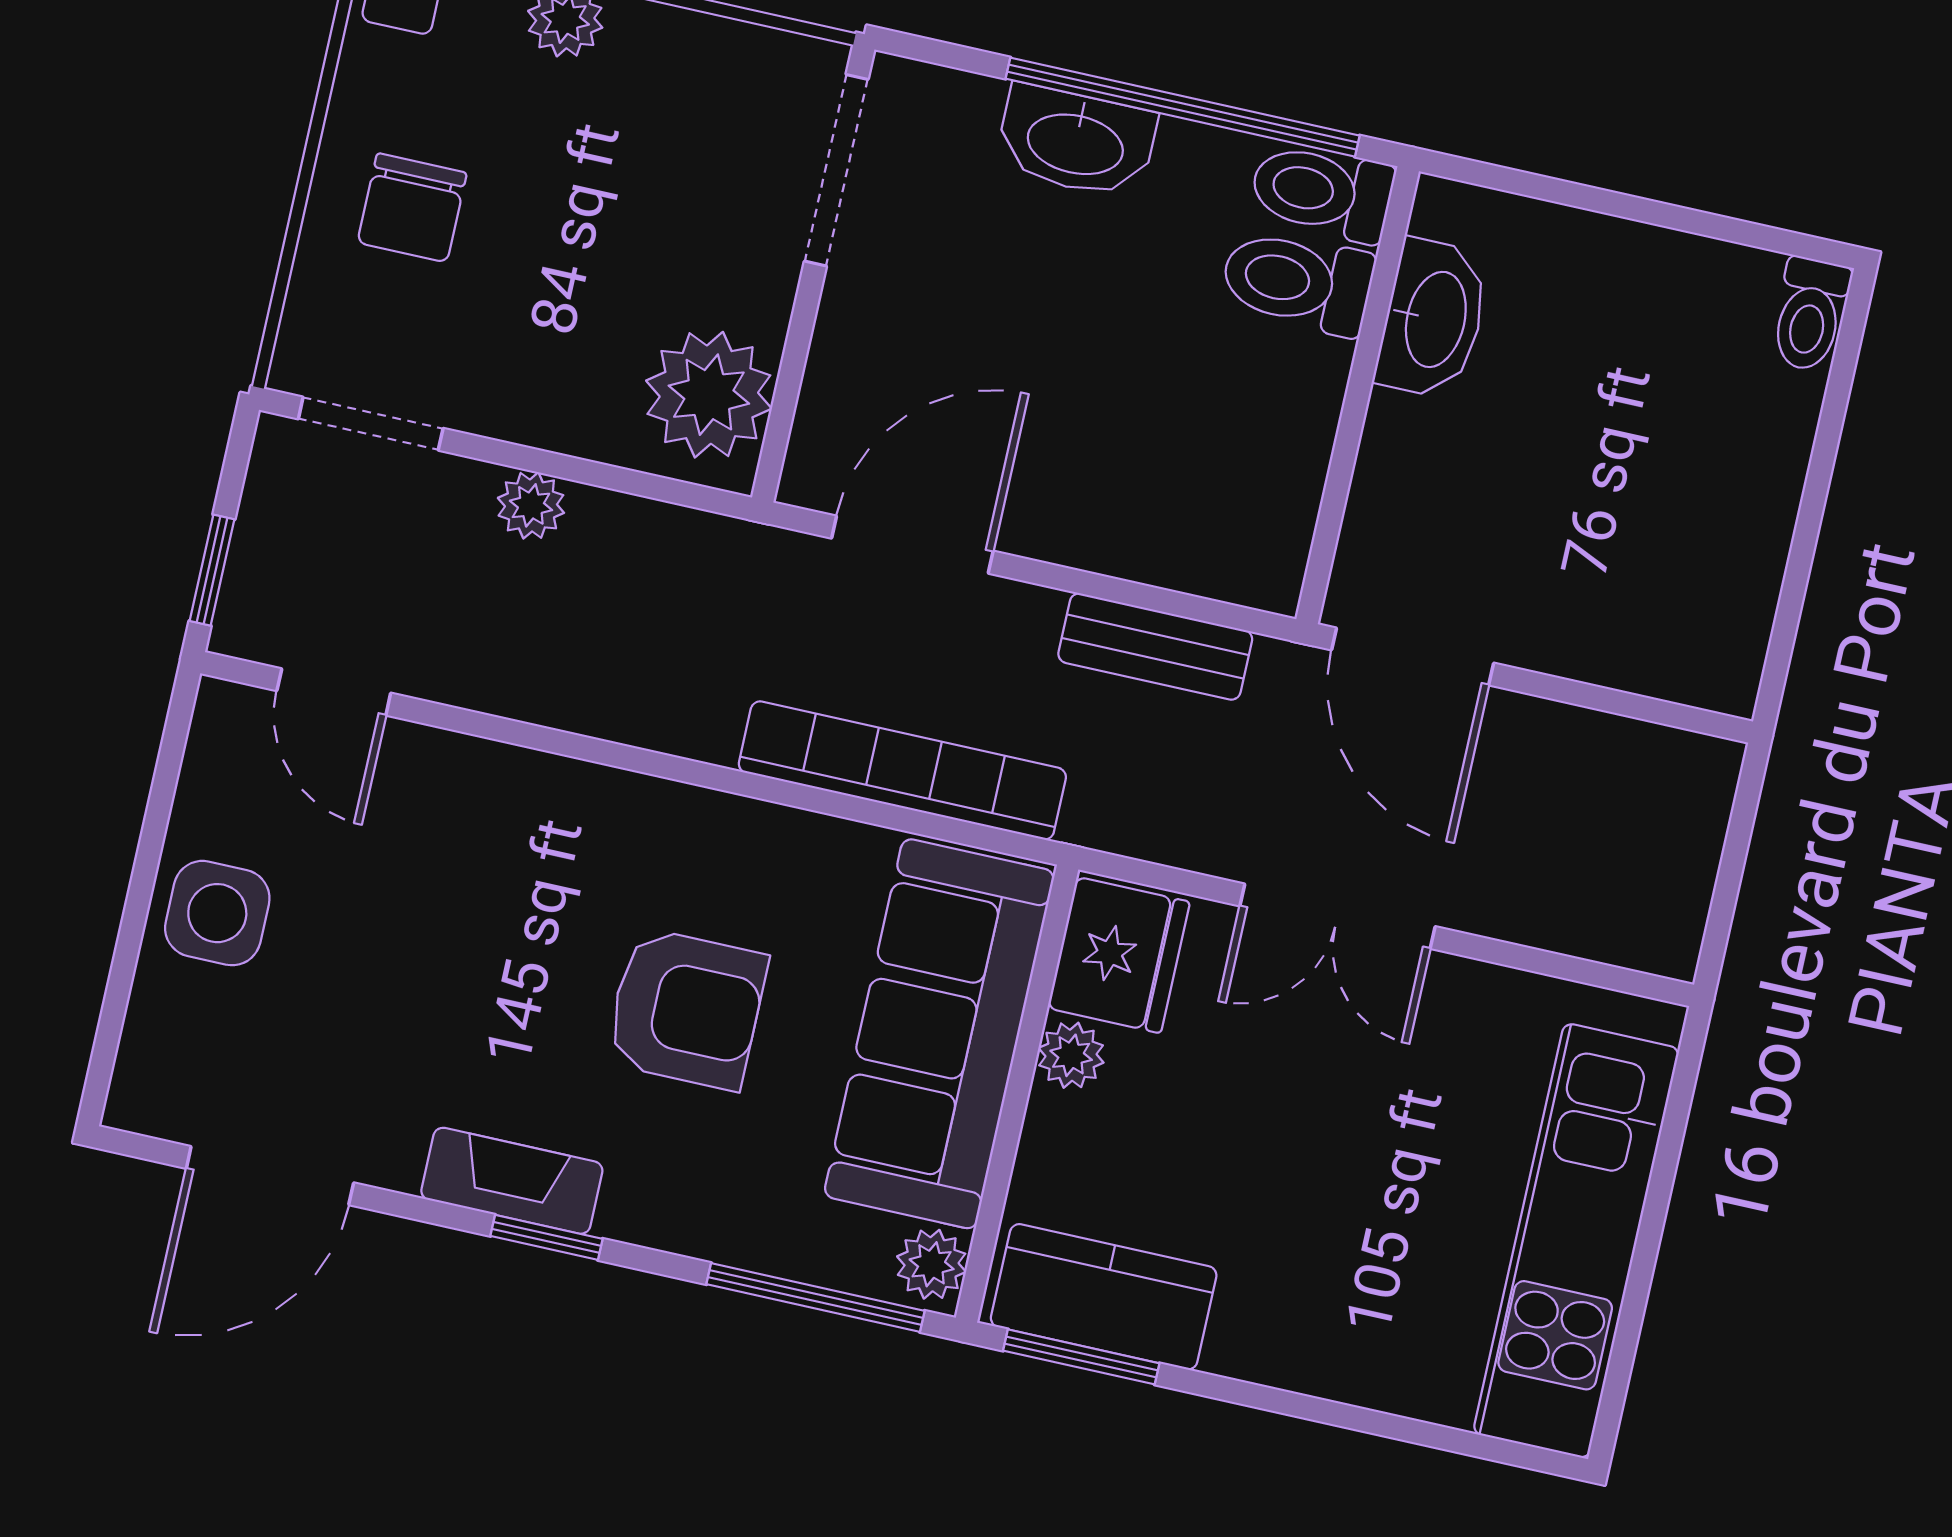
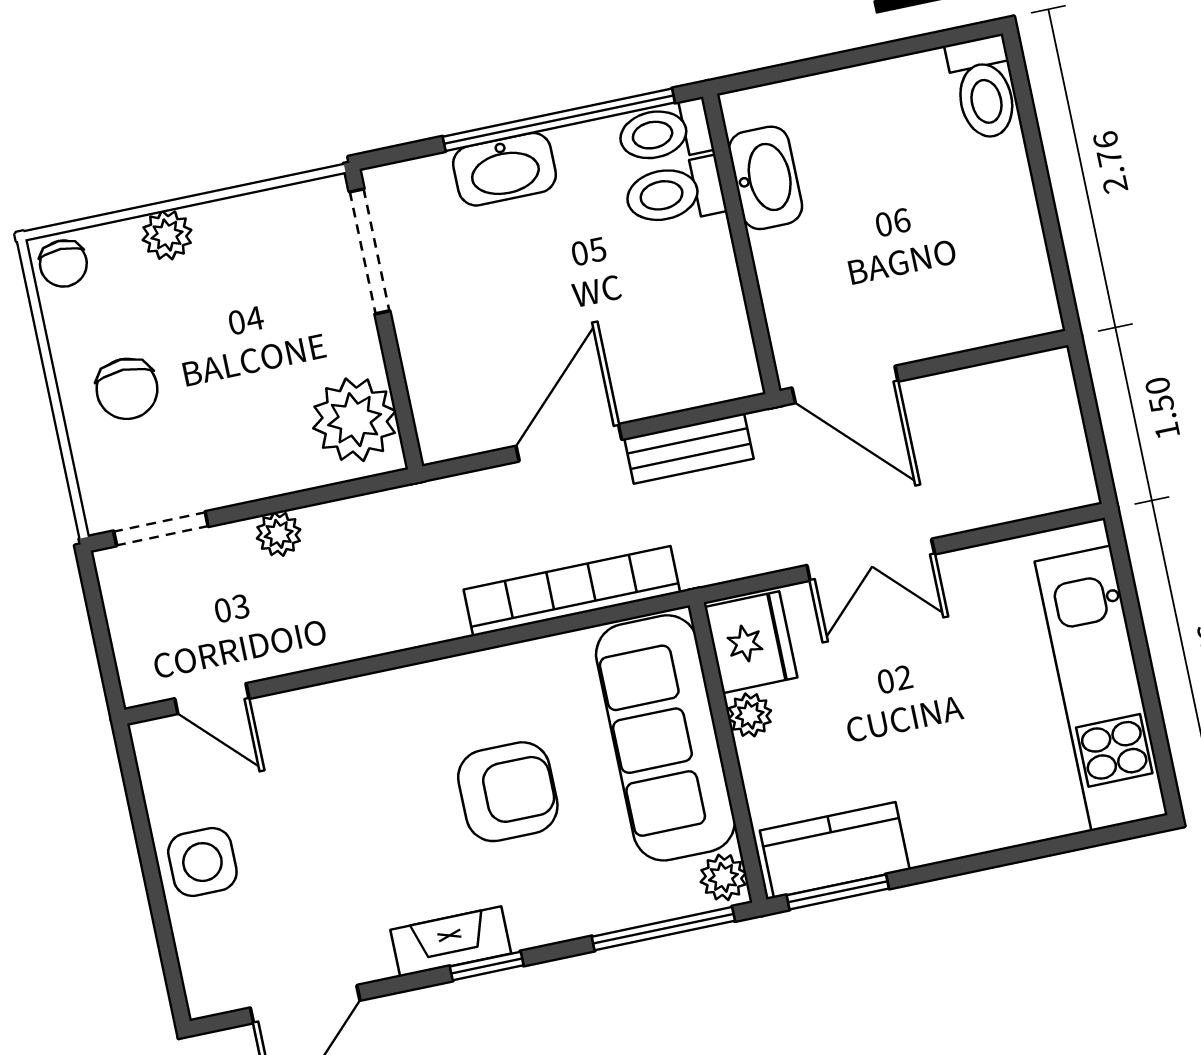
toilet: (1810, 314) -> (984, 88), width x1.37, depth x1.39
door: (912, 545) -> (569, 443), moved
window: (212, 570) -> (106, 659), removed

